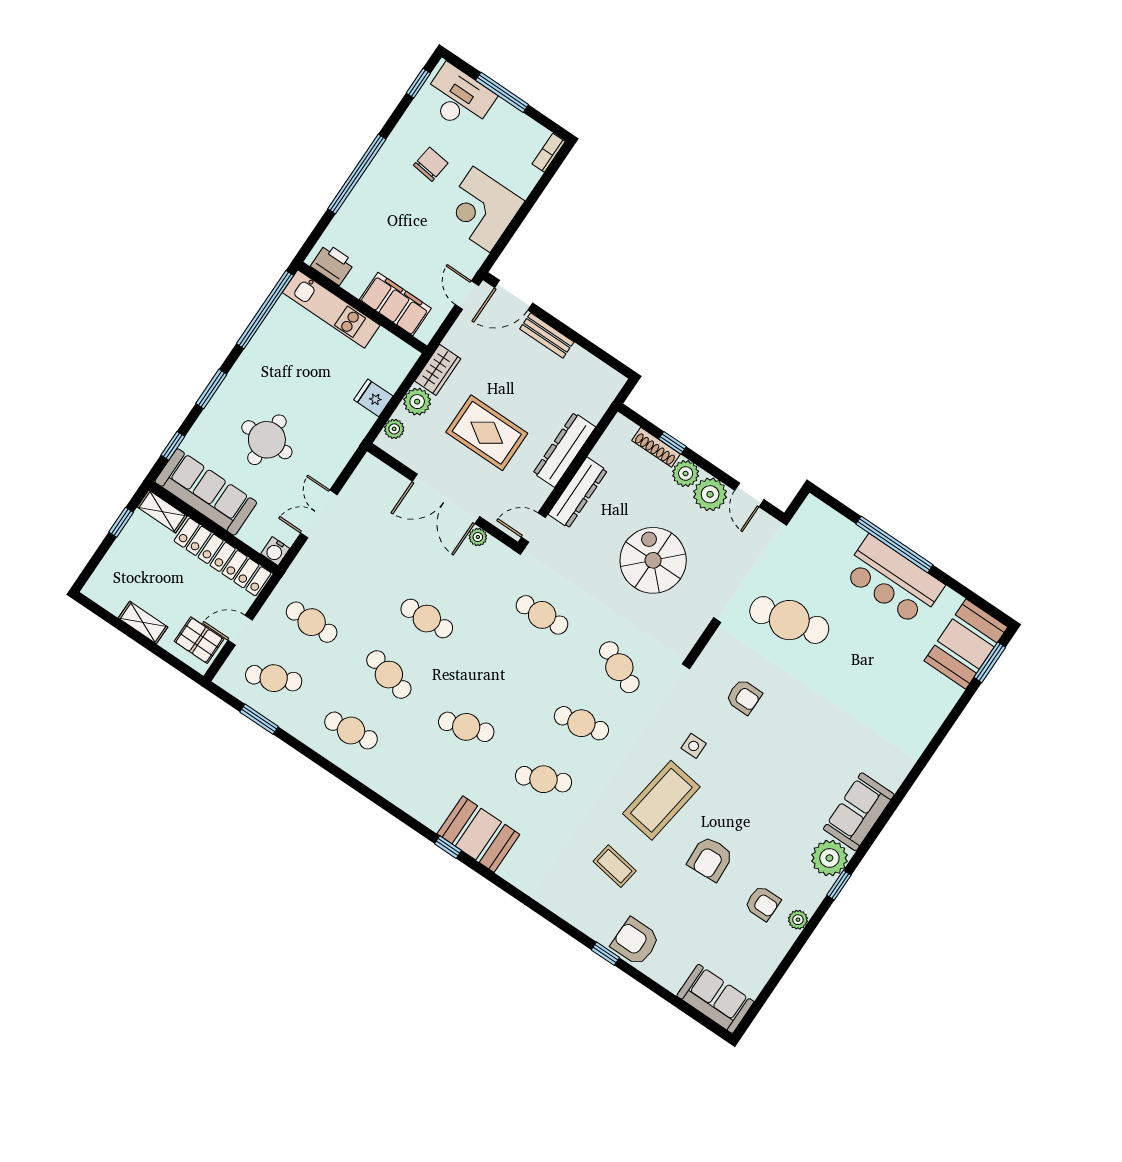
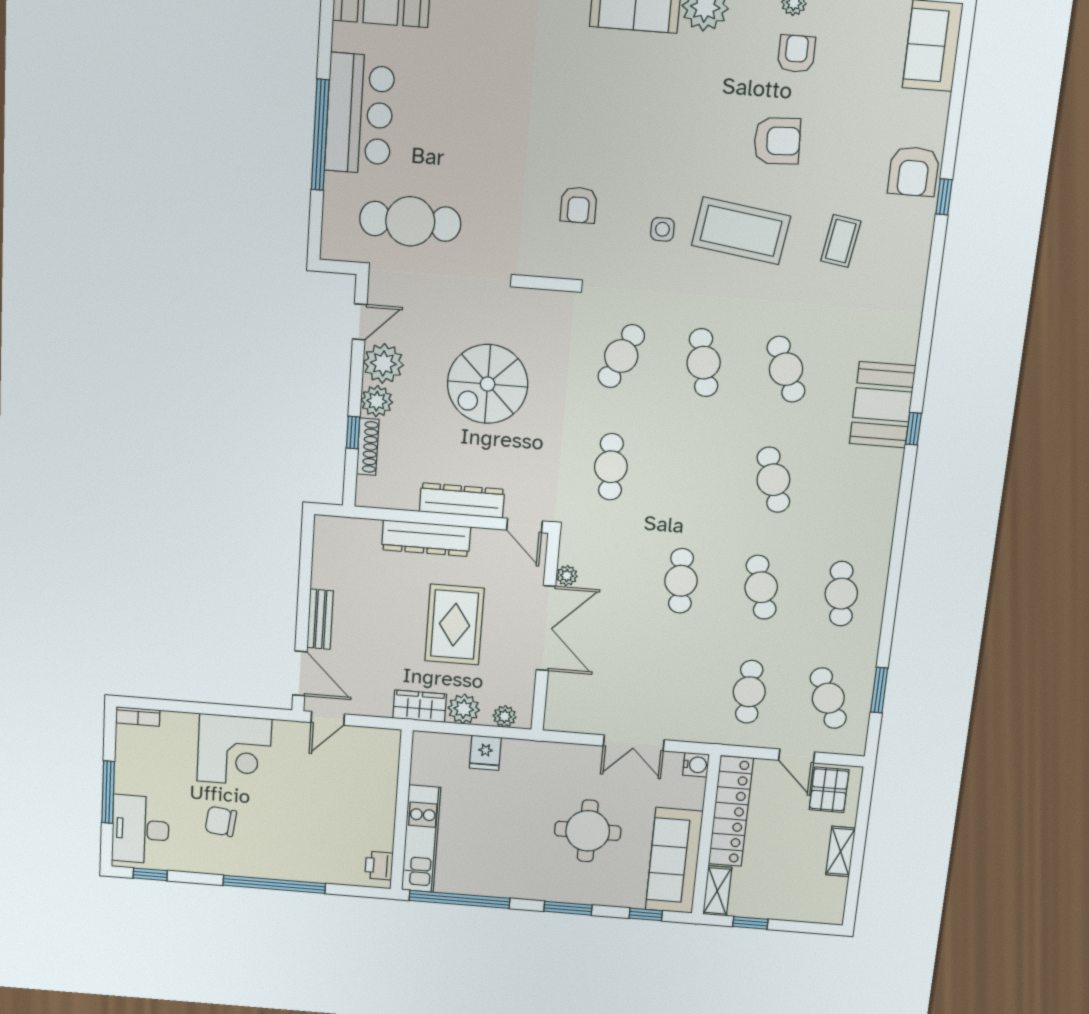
printer: (333, 264) -> (379, 866), width x0.73, depth x0.81
filing cabinet: (395, 304) -> (379, 781), removed
cafe table: (789, 620) -> (410, 221), moved, turned -76
cafe table: (389, 675) -> (761, 587), turned -30
armchair: (744, 697) -> (579, 205), turned 180

